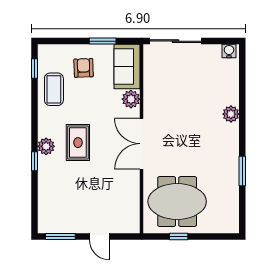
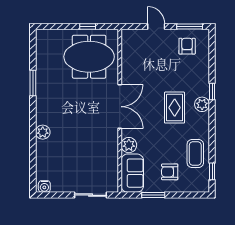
sliding door: (176, 41) -> (90, 195), width x0.73
armchair: (84, 68) -> (170, 172), turned 92
armchair: (63, 214) -> (187, 46), added

